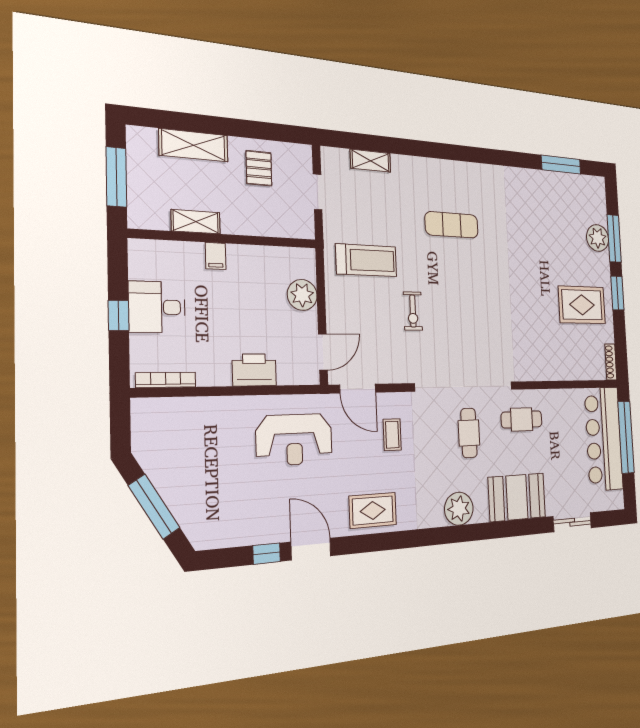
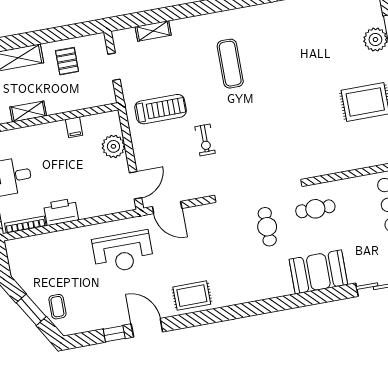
exercise mat: (452, 225) -> (230, 64), turned 90
filing cabinet: (216, 256) -> (74, 127), moved
printer: (254, 370) -> (61, 212), moved
coffee table: (392, 435) -> (57, 307), moved
window: (154, 507) -> (31, 310), width x0.69
plant: (459, 509) -> (265, 287), removed

